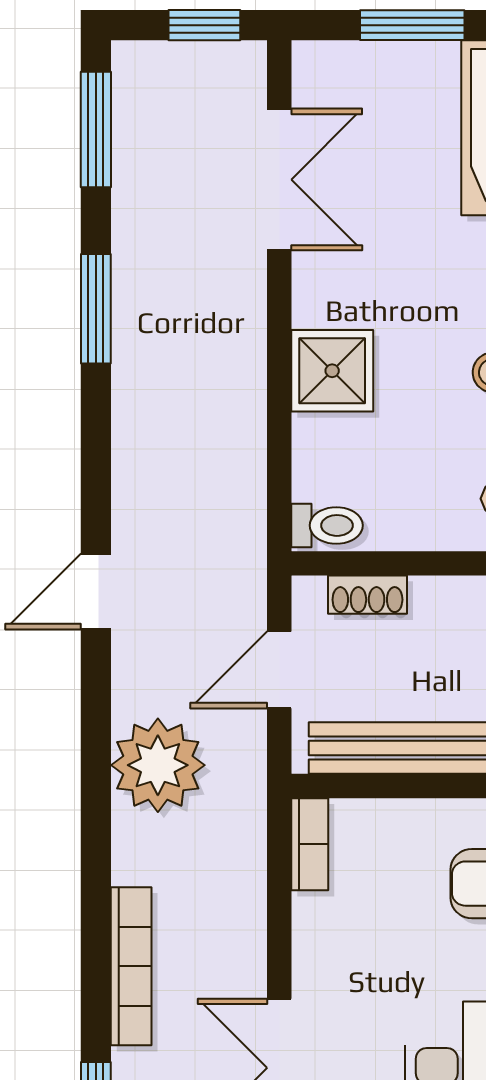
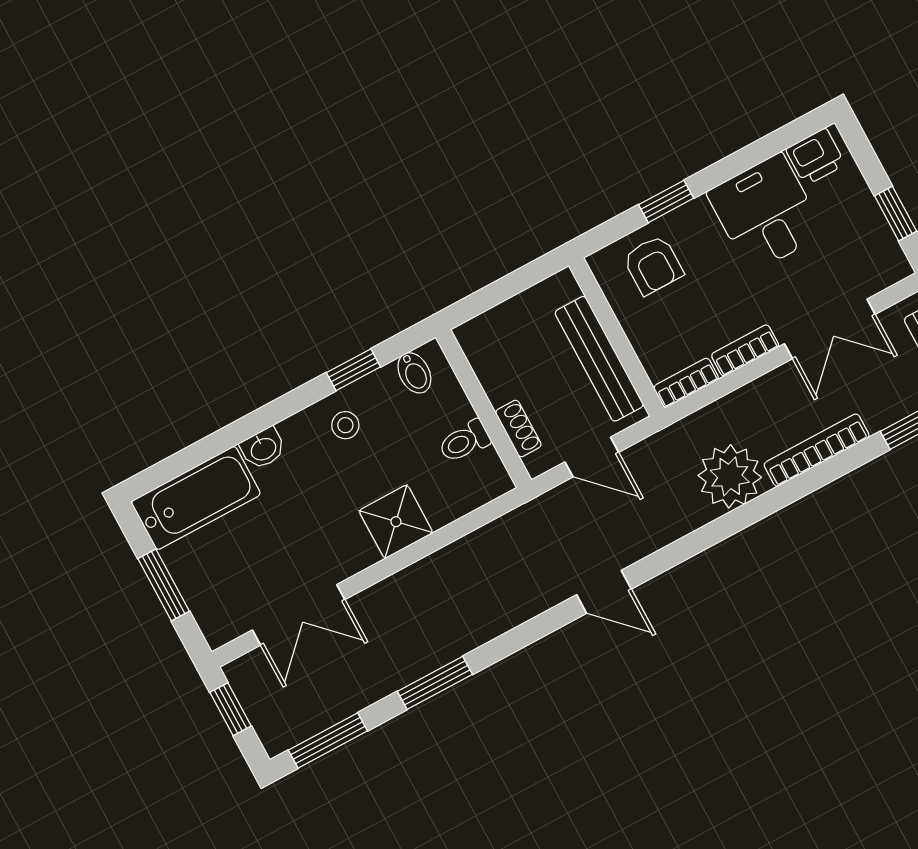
double door: (279, 180) -> (299, 615), swing flipped
toilet: (327, 525) -> (464, 441), moved, turned -90
plant: (158, 765) -> (730, 476), moved
bookcase: (310, 943) -> (745, 350), added

